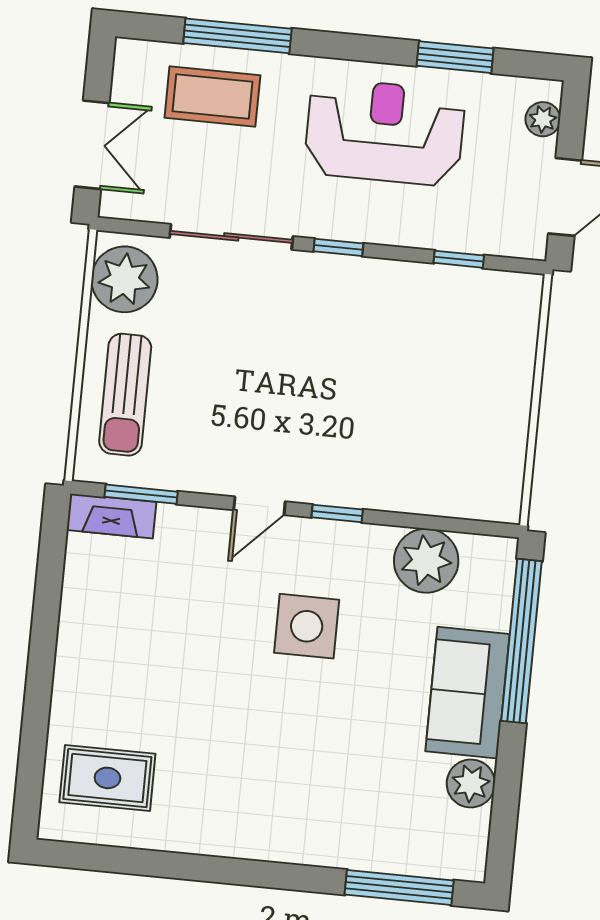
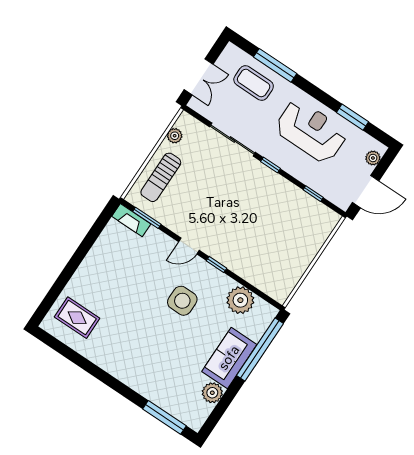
plant: (124, 279) -> (175, 136), width x0.53, depth x0.53

